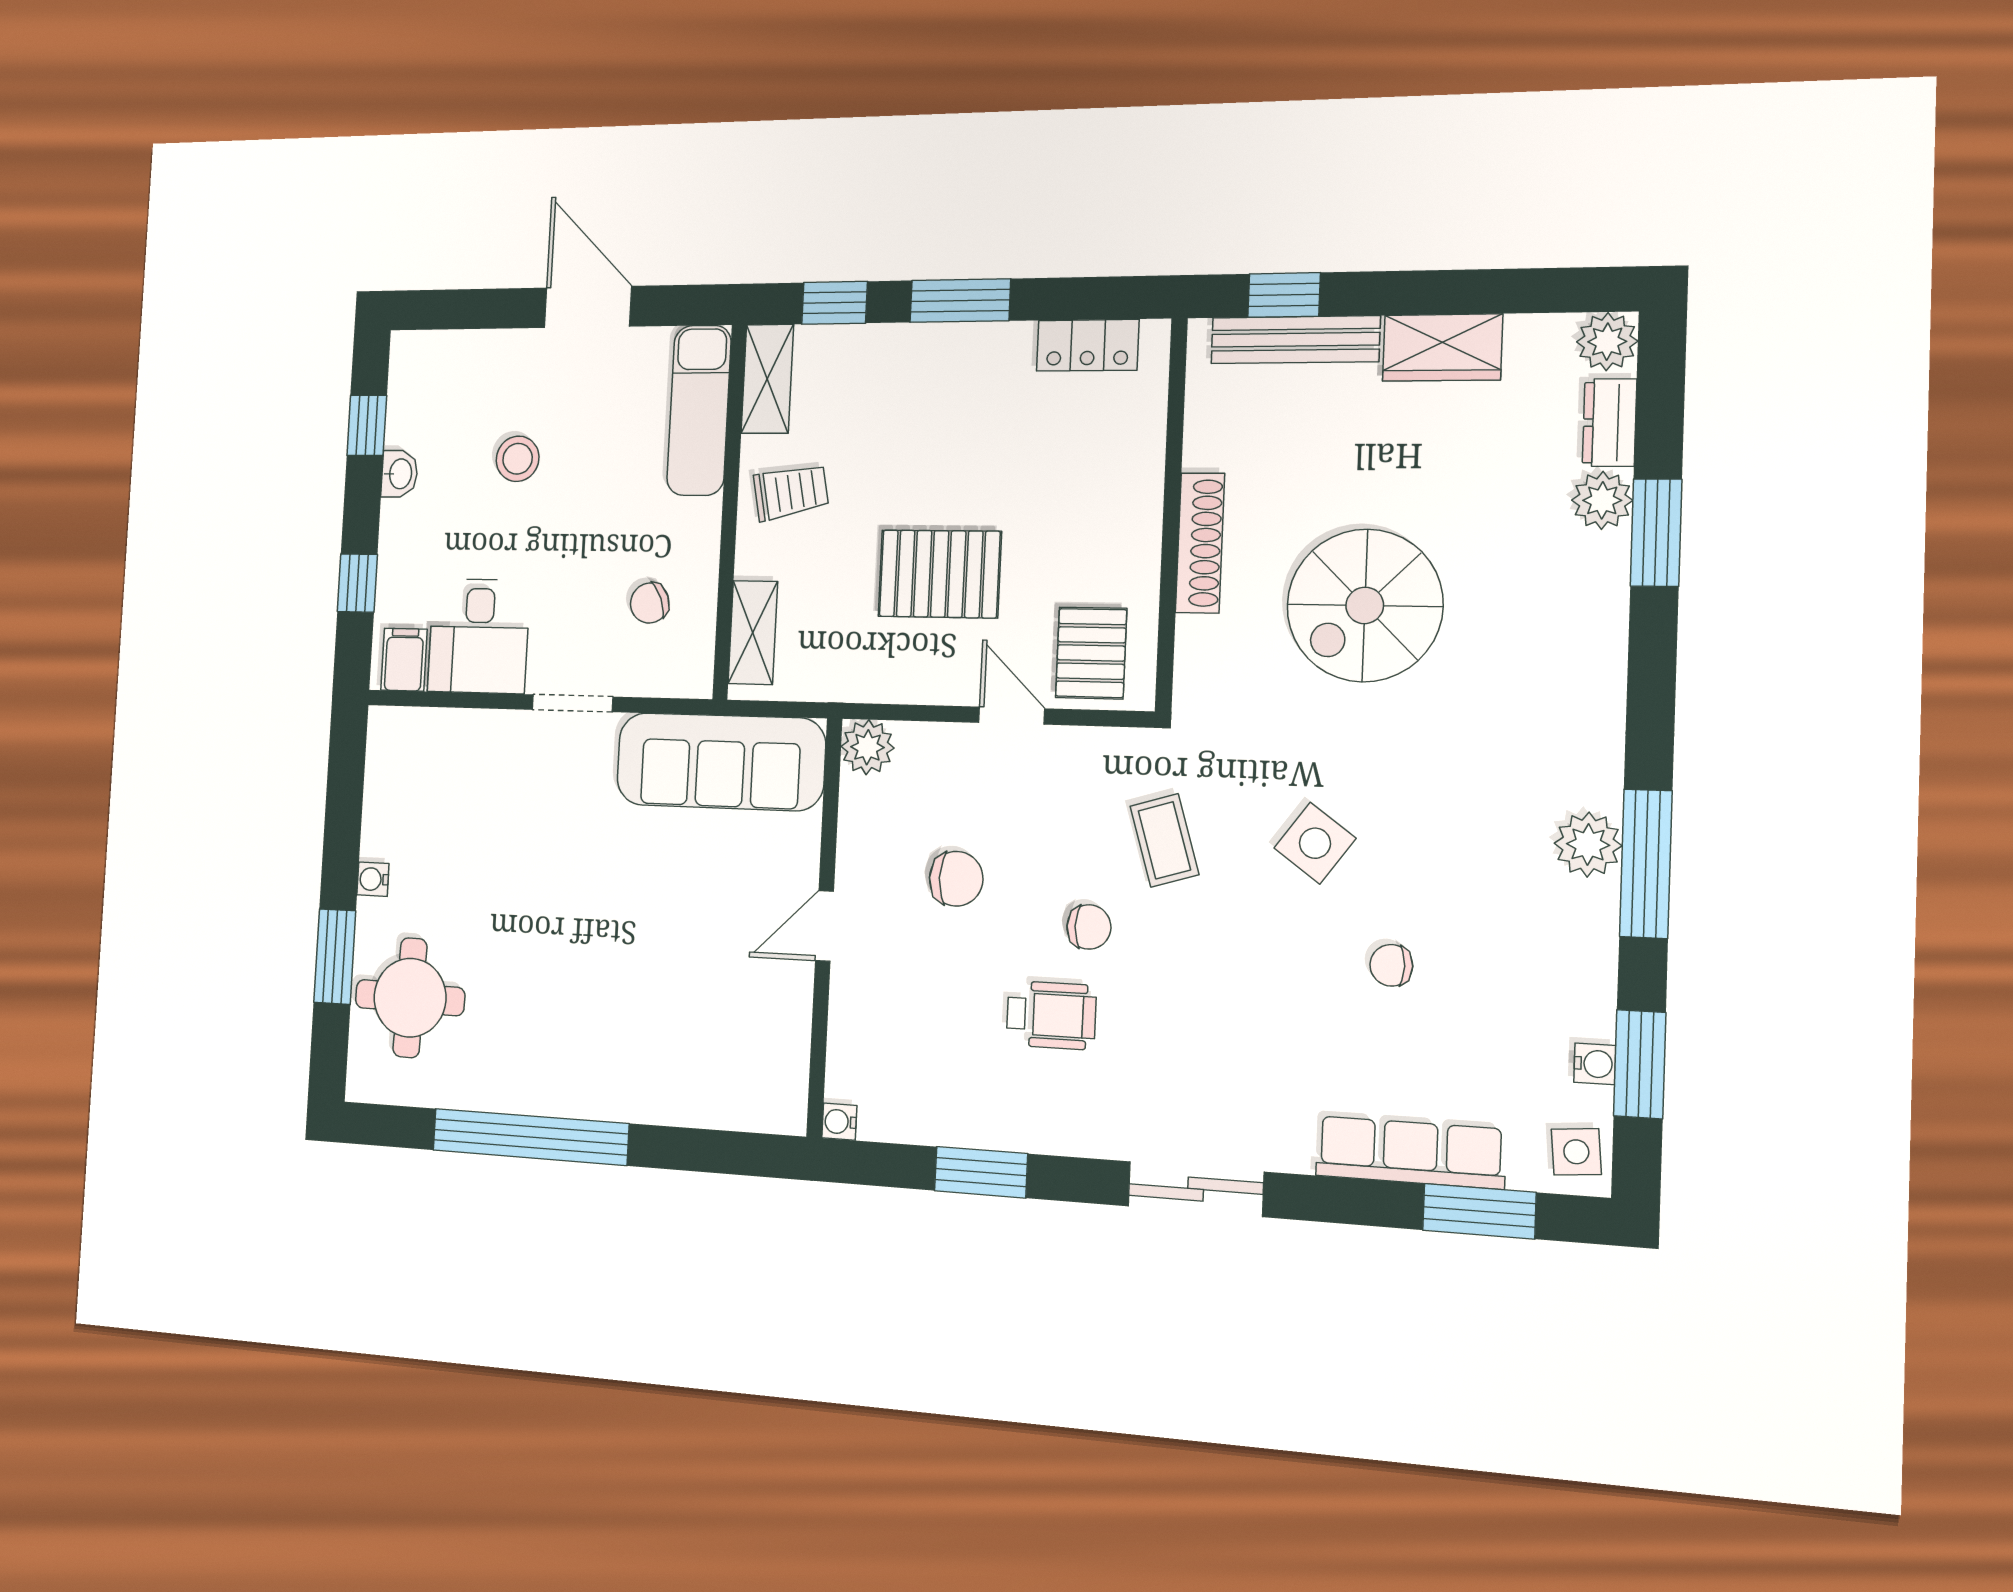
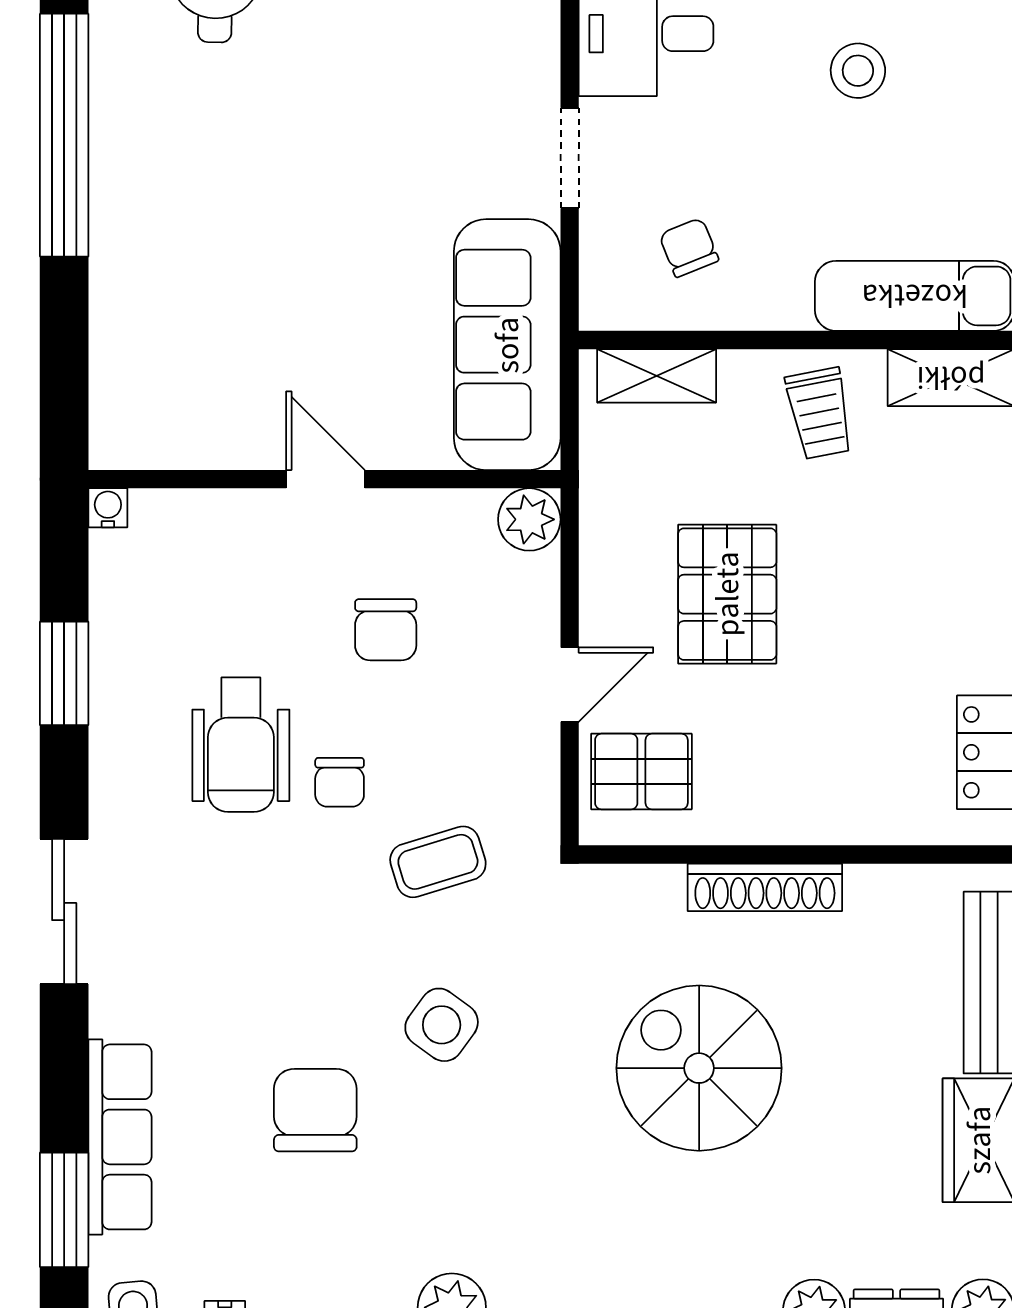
chair: (1391, 965) -> (315, 1110), width x1.87, depth x1.87
wheelchair: (1051, 1015) -> (241, 745), width x1.36, depth x1.37

